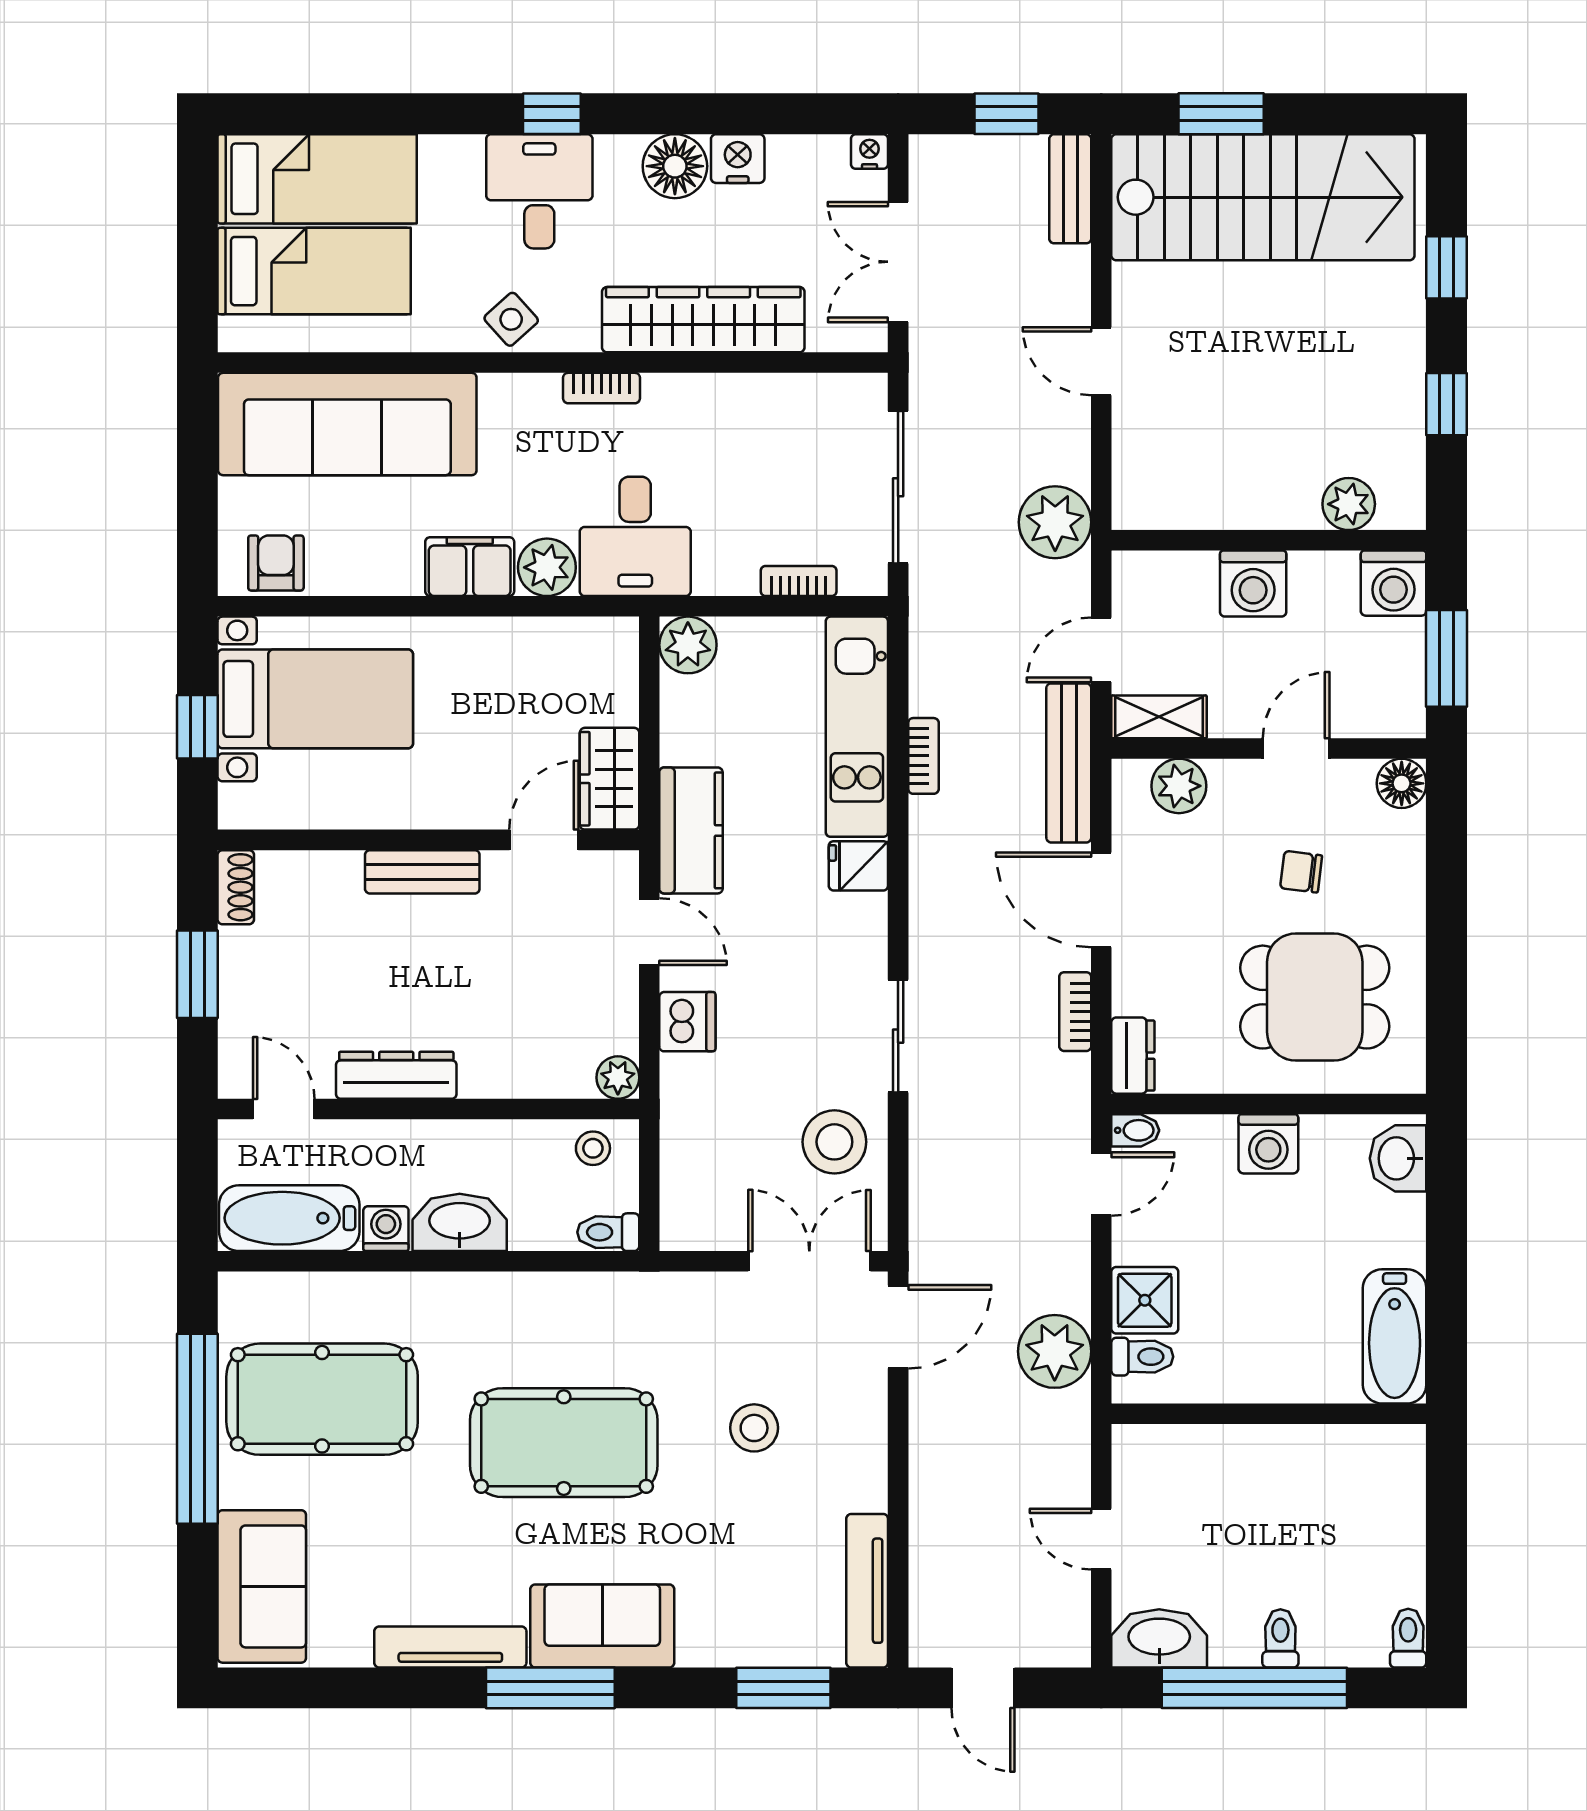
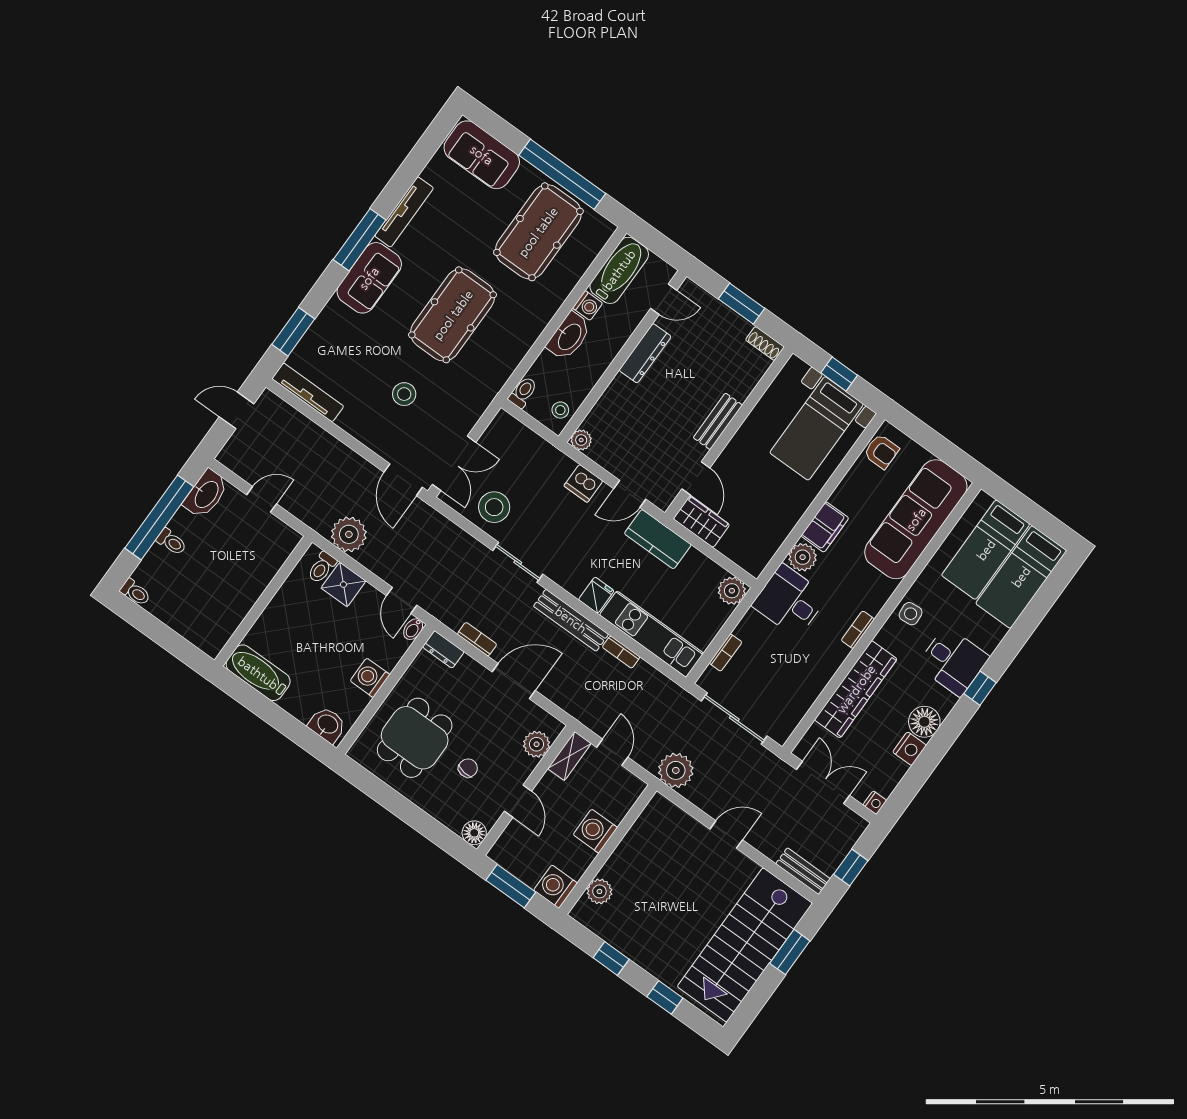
side table: (511, 319) -> (911, 614), turned 37
bench: (1069, 763) -> (571, 620), moved

